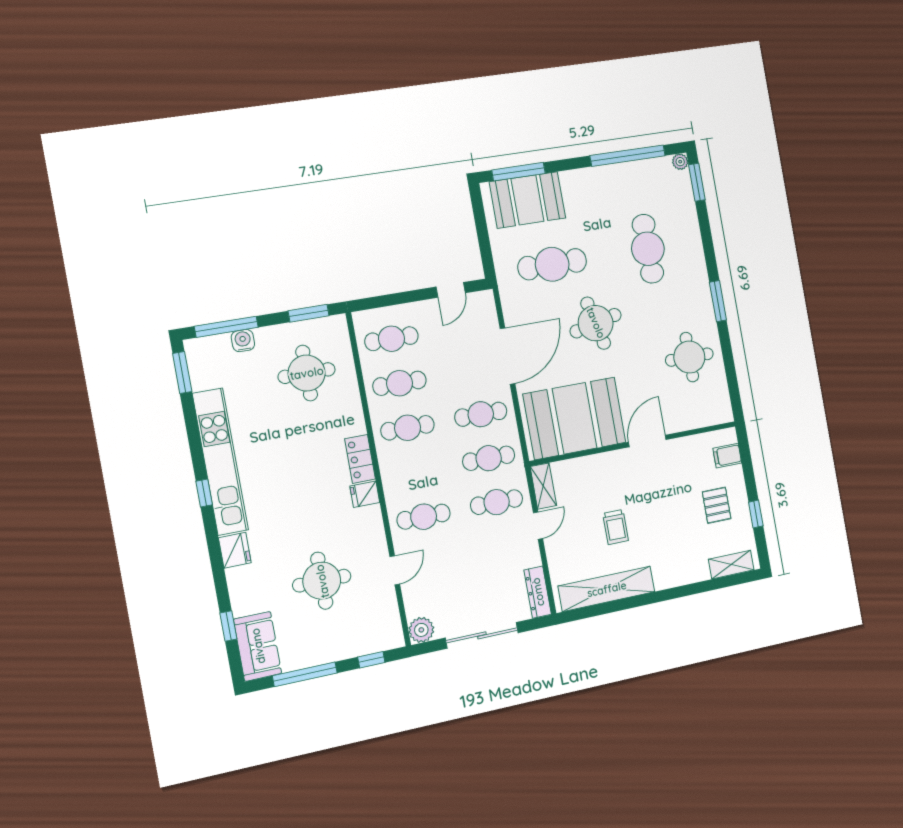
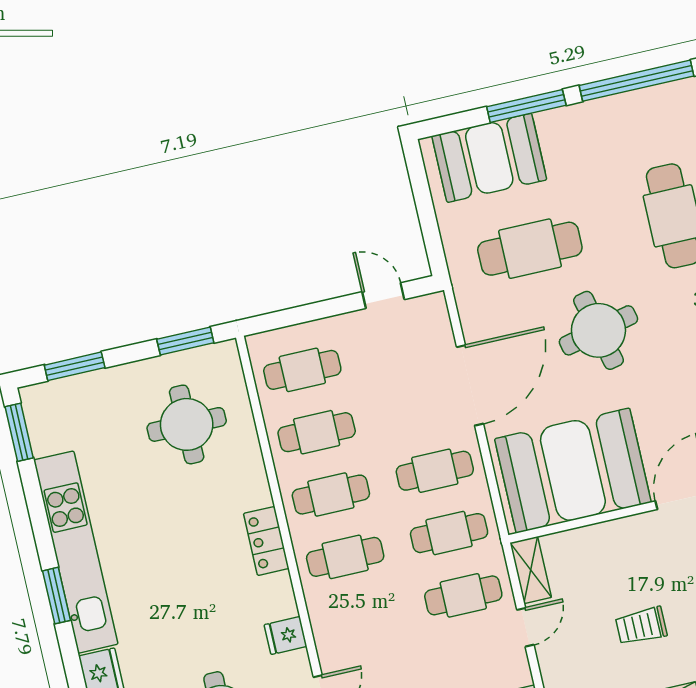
window: (519, 172) -> (526, 106), moved
door: (451, 290) -> (383, 296), swing flipped
window: (226, 327) -> (75, 366), width x0.69
water cooler: (243, 341) -> (98, 384), removed
window: (204, 493) -> (57, 596), width x1.50
fridge: (365, 494) -> (286, 636), moved
cafe table: (424, 517) -> (345, 557), moved
trolley: (616, 527) -> (641, 626), turned 90

